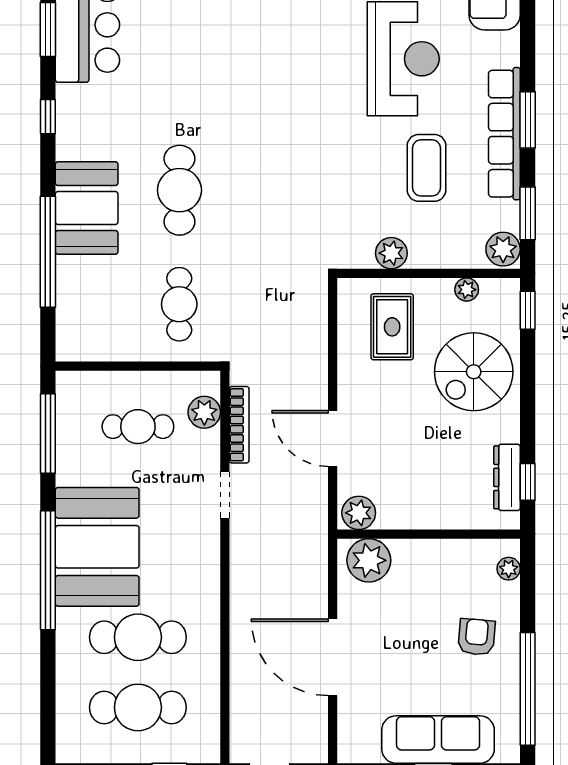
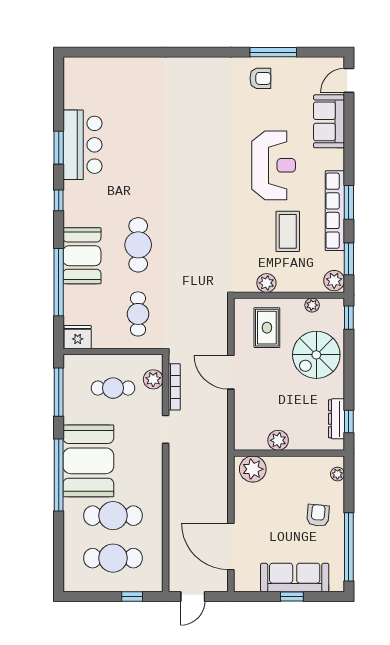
fridge: (80, 342) -> (78, 337), added
door: (333, 438) -> (231, 372), moved
plant: (359, 513) -> (278, 440), moved
door: (333, 657) -> (231, 546), moved

